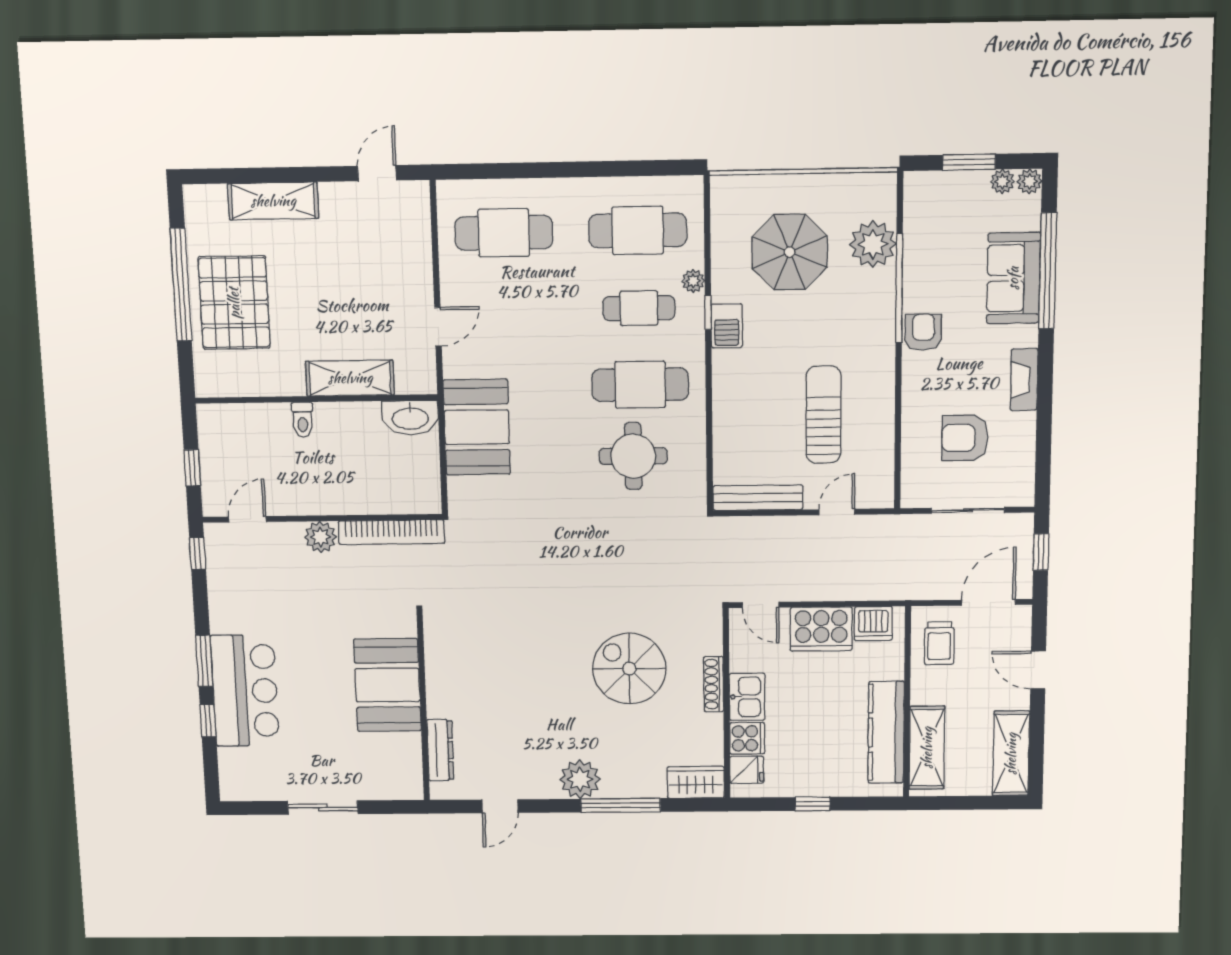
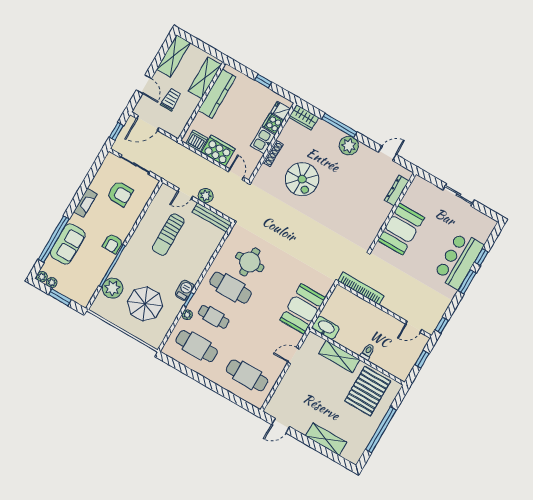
pallet: (234, 303) -> (368, 391), moved
plant: (321, 537) -> (206, 196), moved
trolley: (939, 643) -> (171, 100), moved

